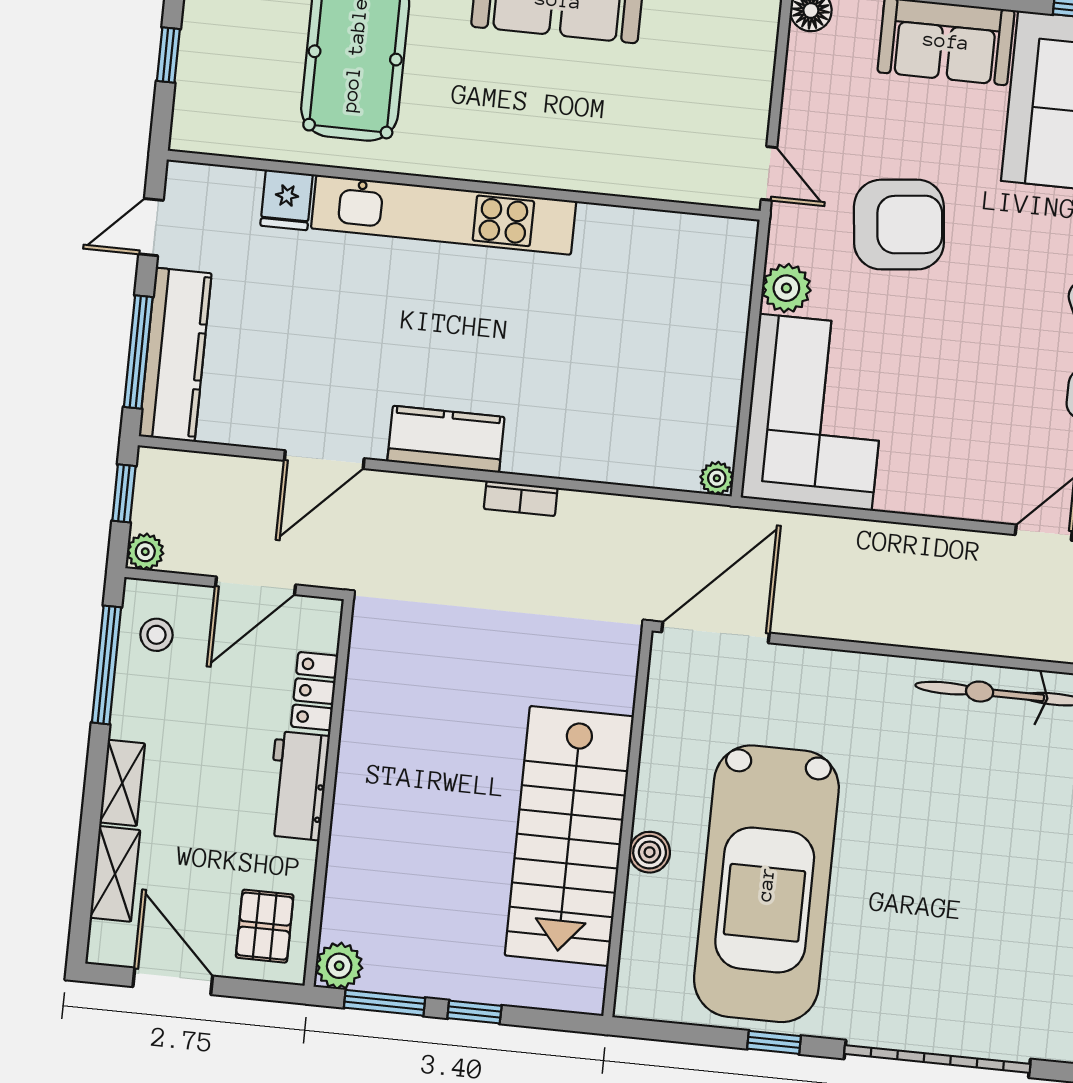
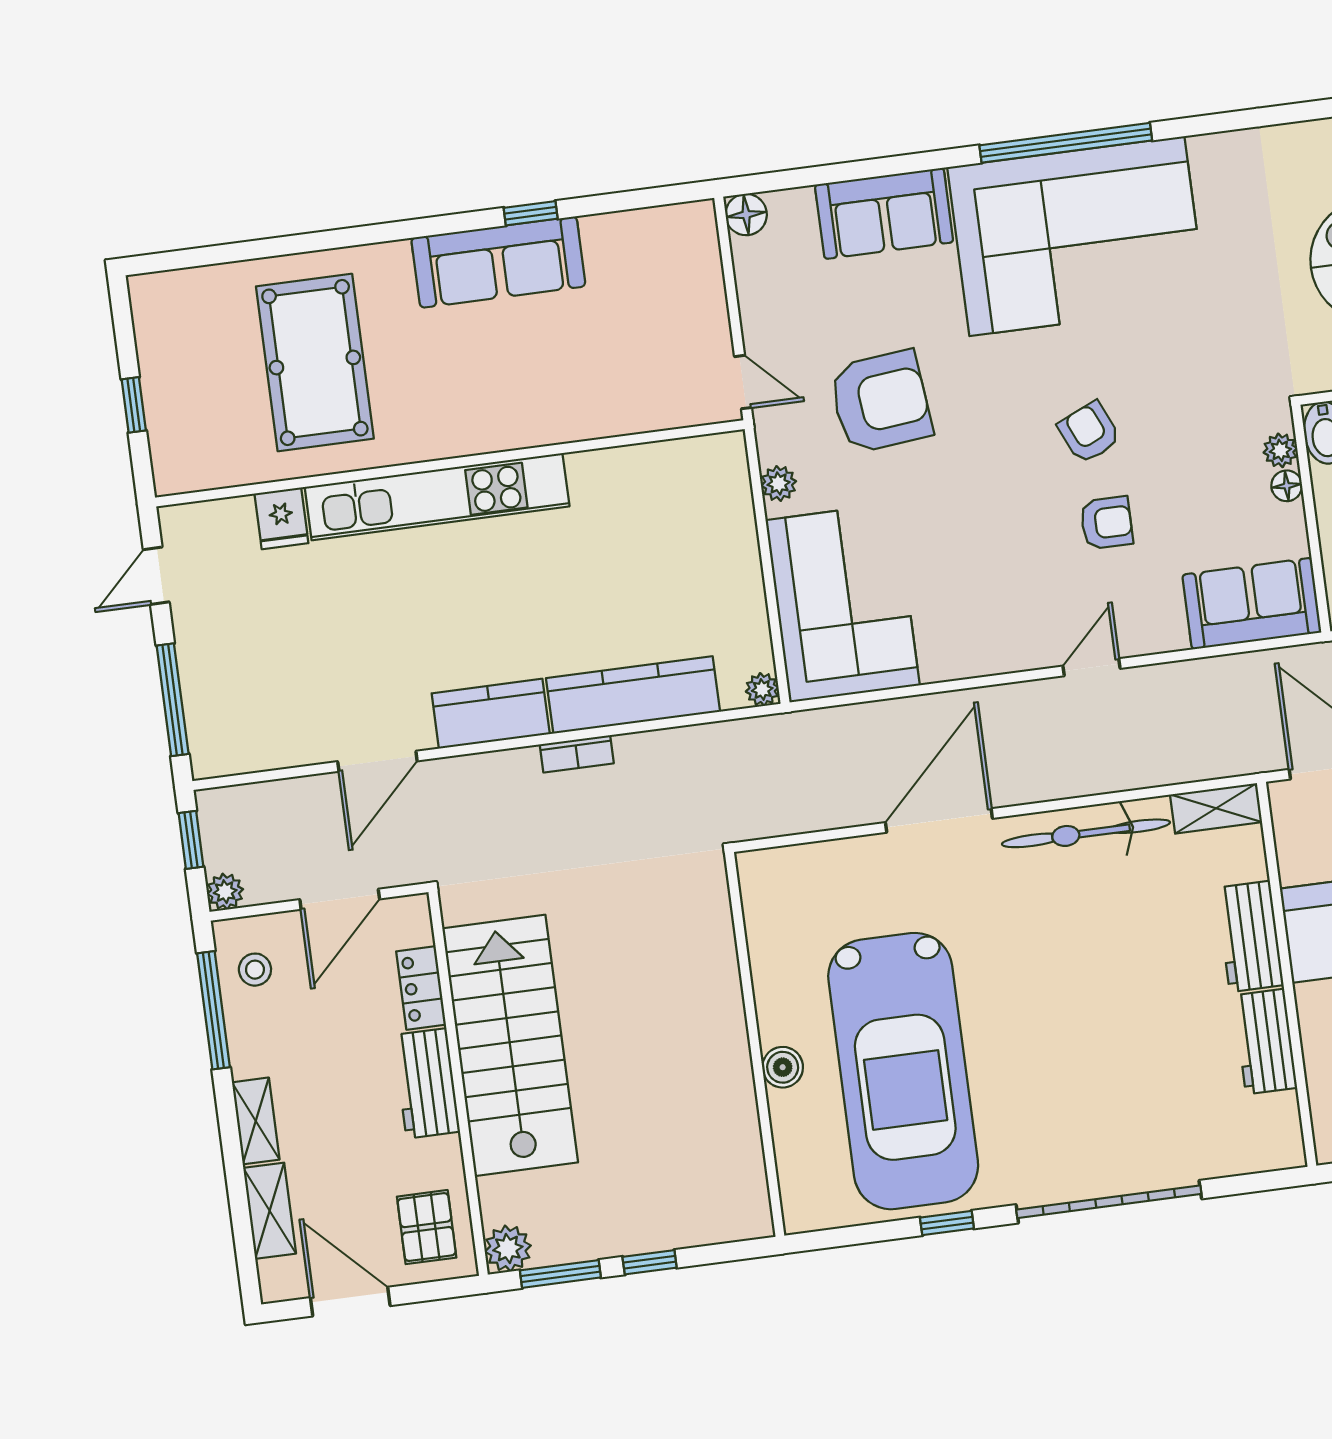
plant: (786, 288) -> (779, 483), width x0.73, depth x0.73
kitchen counter: (175, 354) -> (633, 695), moved, turned -90
door: (716, 632) -> (939, 820), moved
stairs: (569, 836) -> (510, 1045), moved, turned 180

